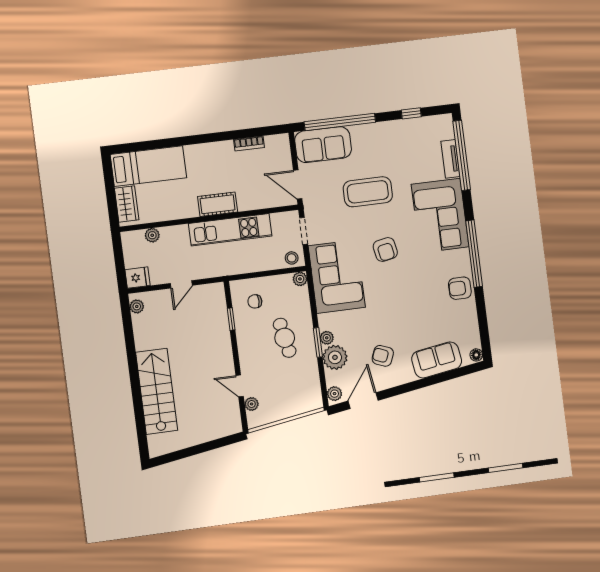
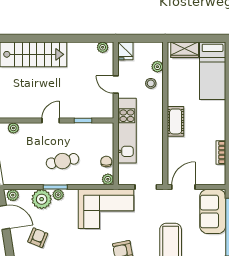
kitchen unit: (230, 230) -> (127, 131), moved, turned 180
stool: (292, 258) -> (151, 83), moved
chair: (255, 301) -> (106, 162), moved
door: (240, 386) -> (51, 120), moved

